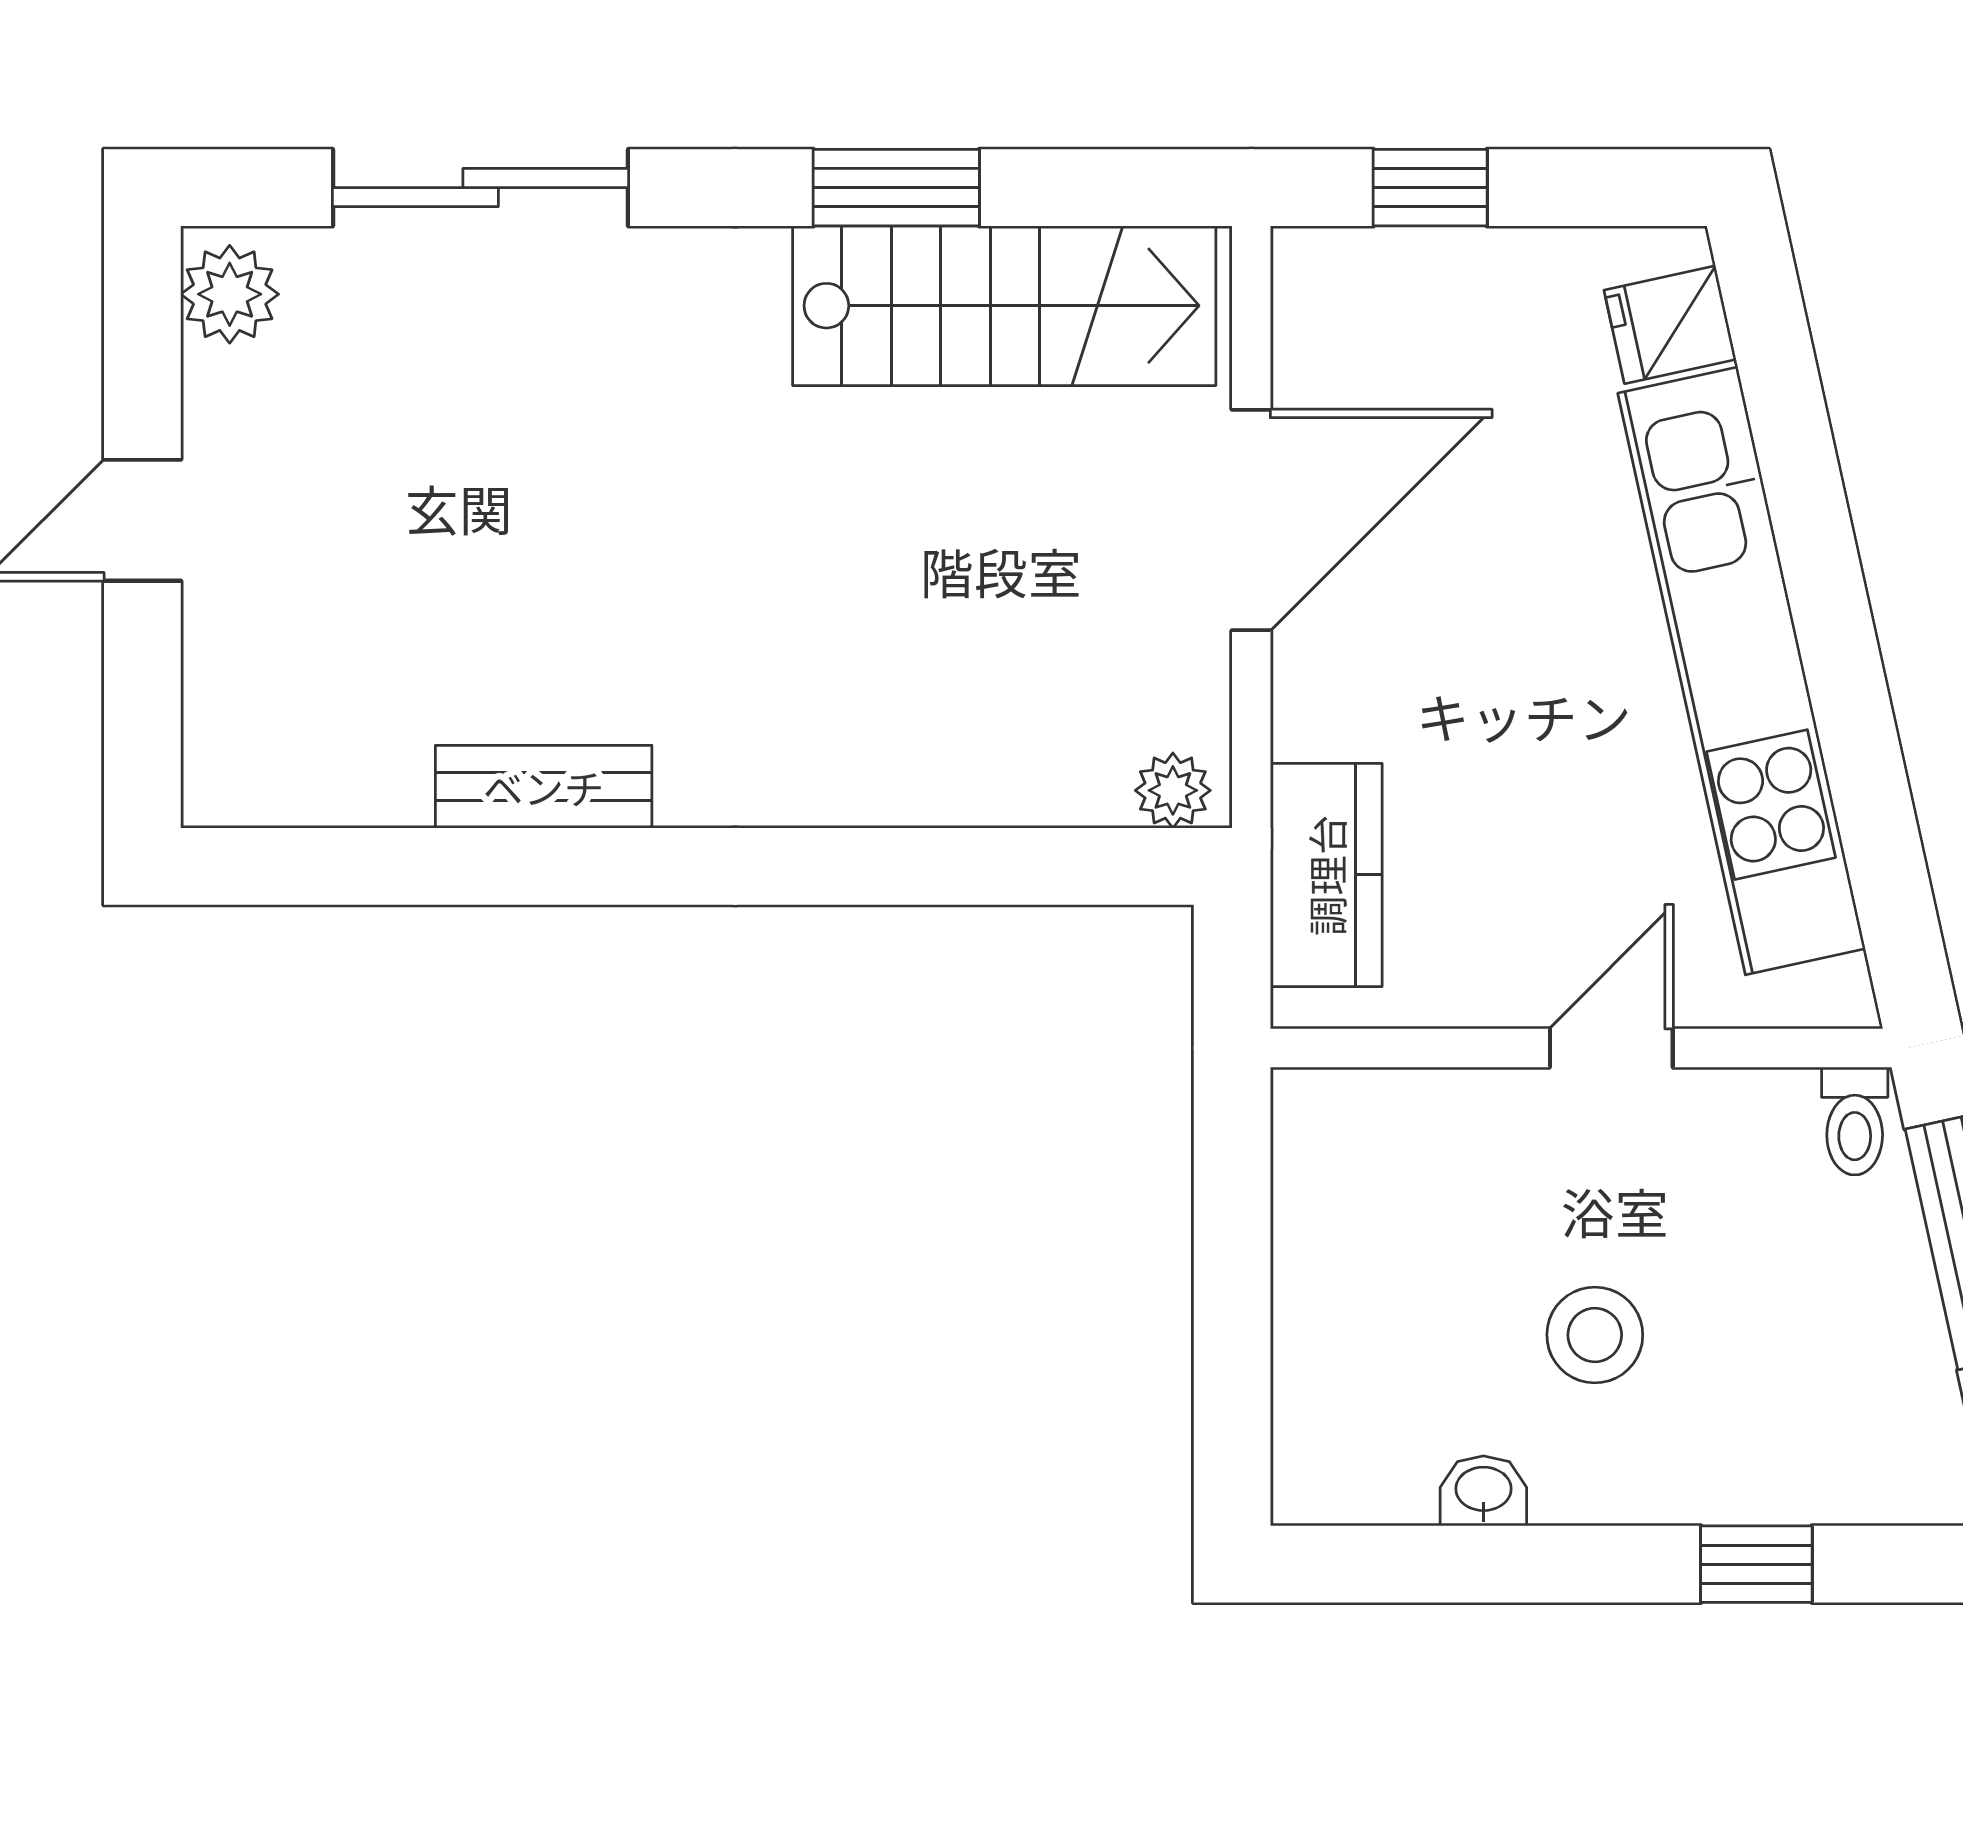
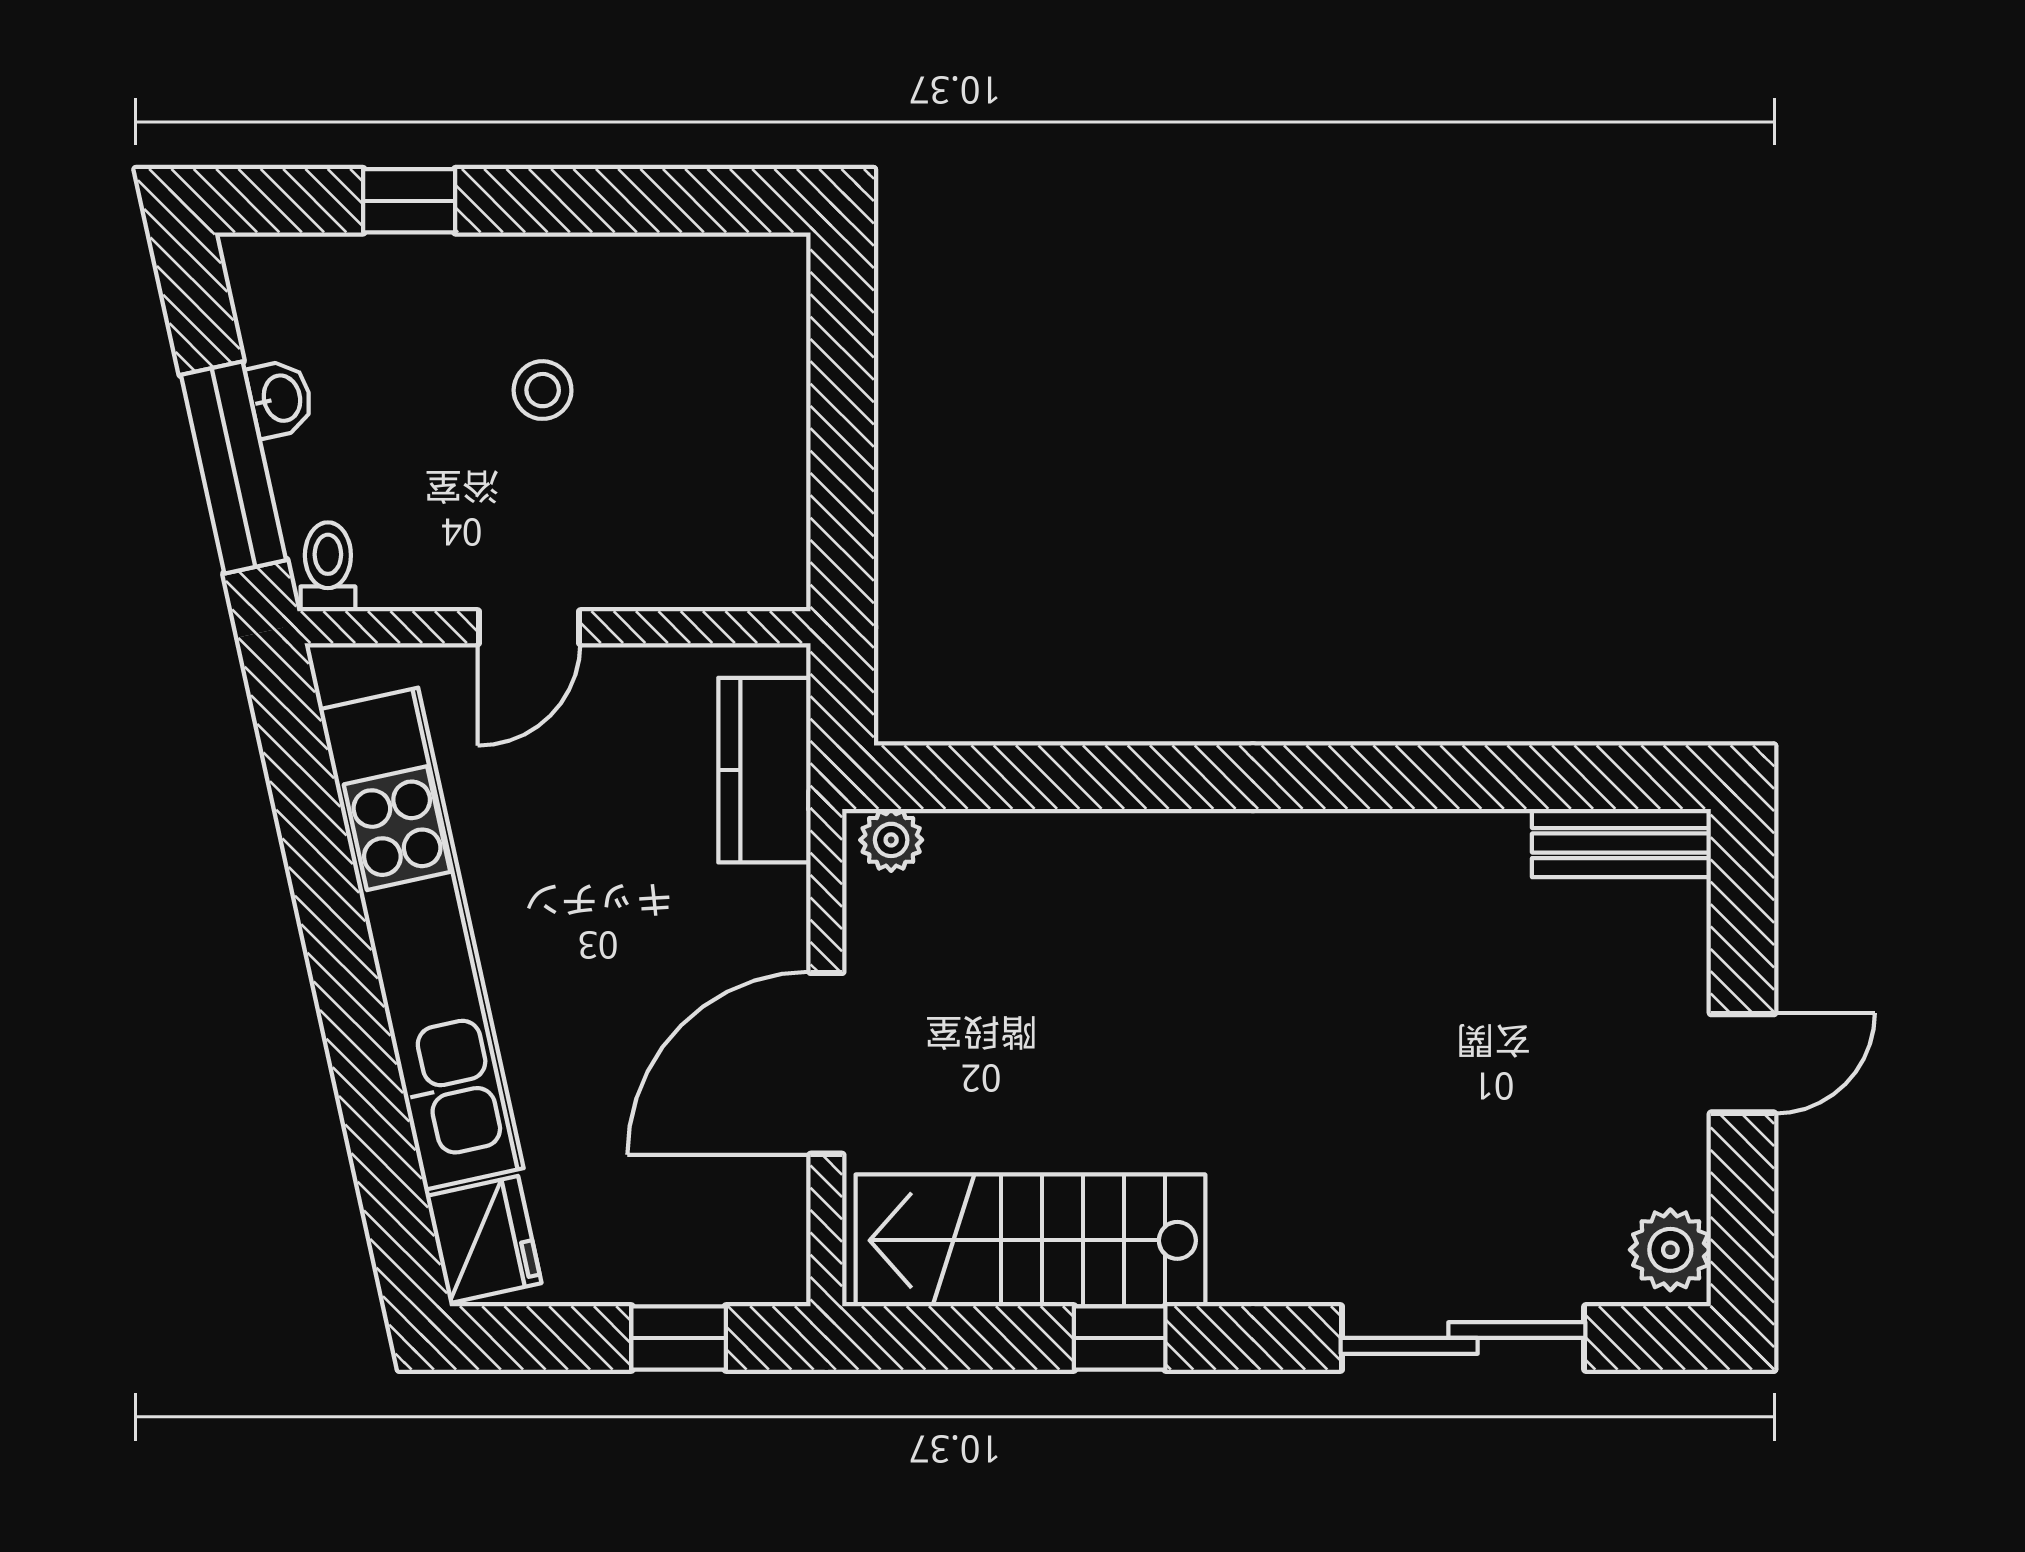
window: (896, 188) -> (1120, 1338), width x0.67
fridge: (1670, 325) -> (484, 1240), width x1.38
bench: (544, 787) -> (1621, 843), moved
stool: (1595, 1335) -> (543, 390), width x0.73, depth x0.73
washbasin: (1483, 1491) -> (280, 398), moved, turned -102

